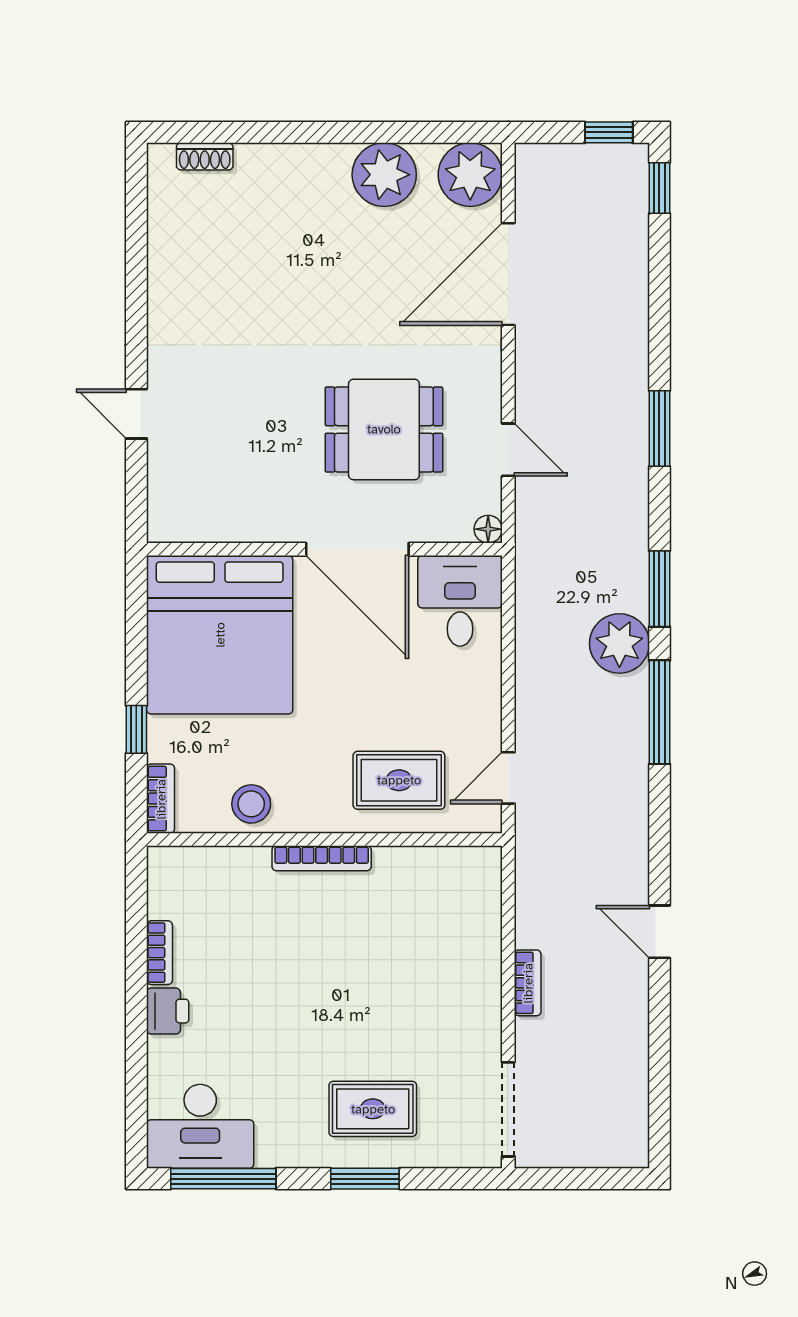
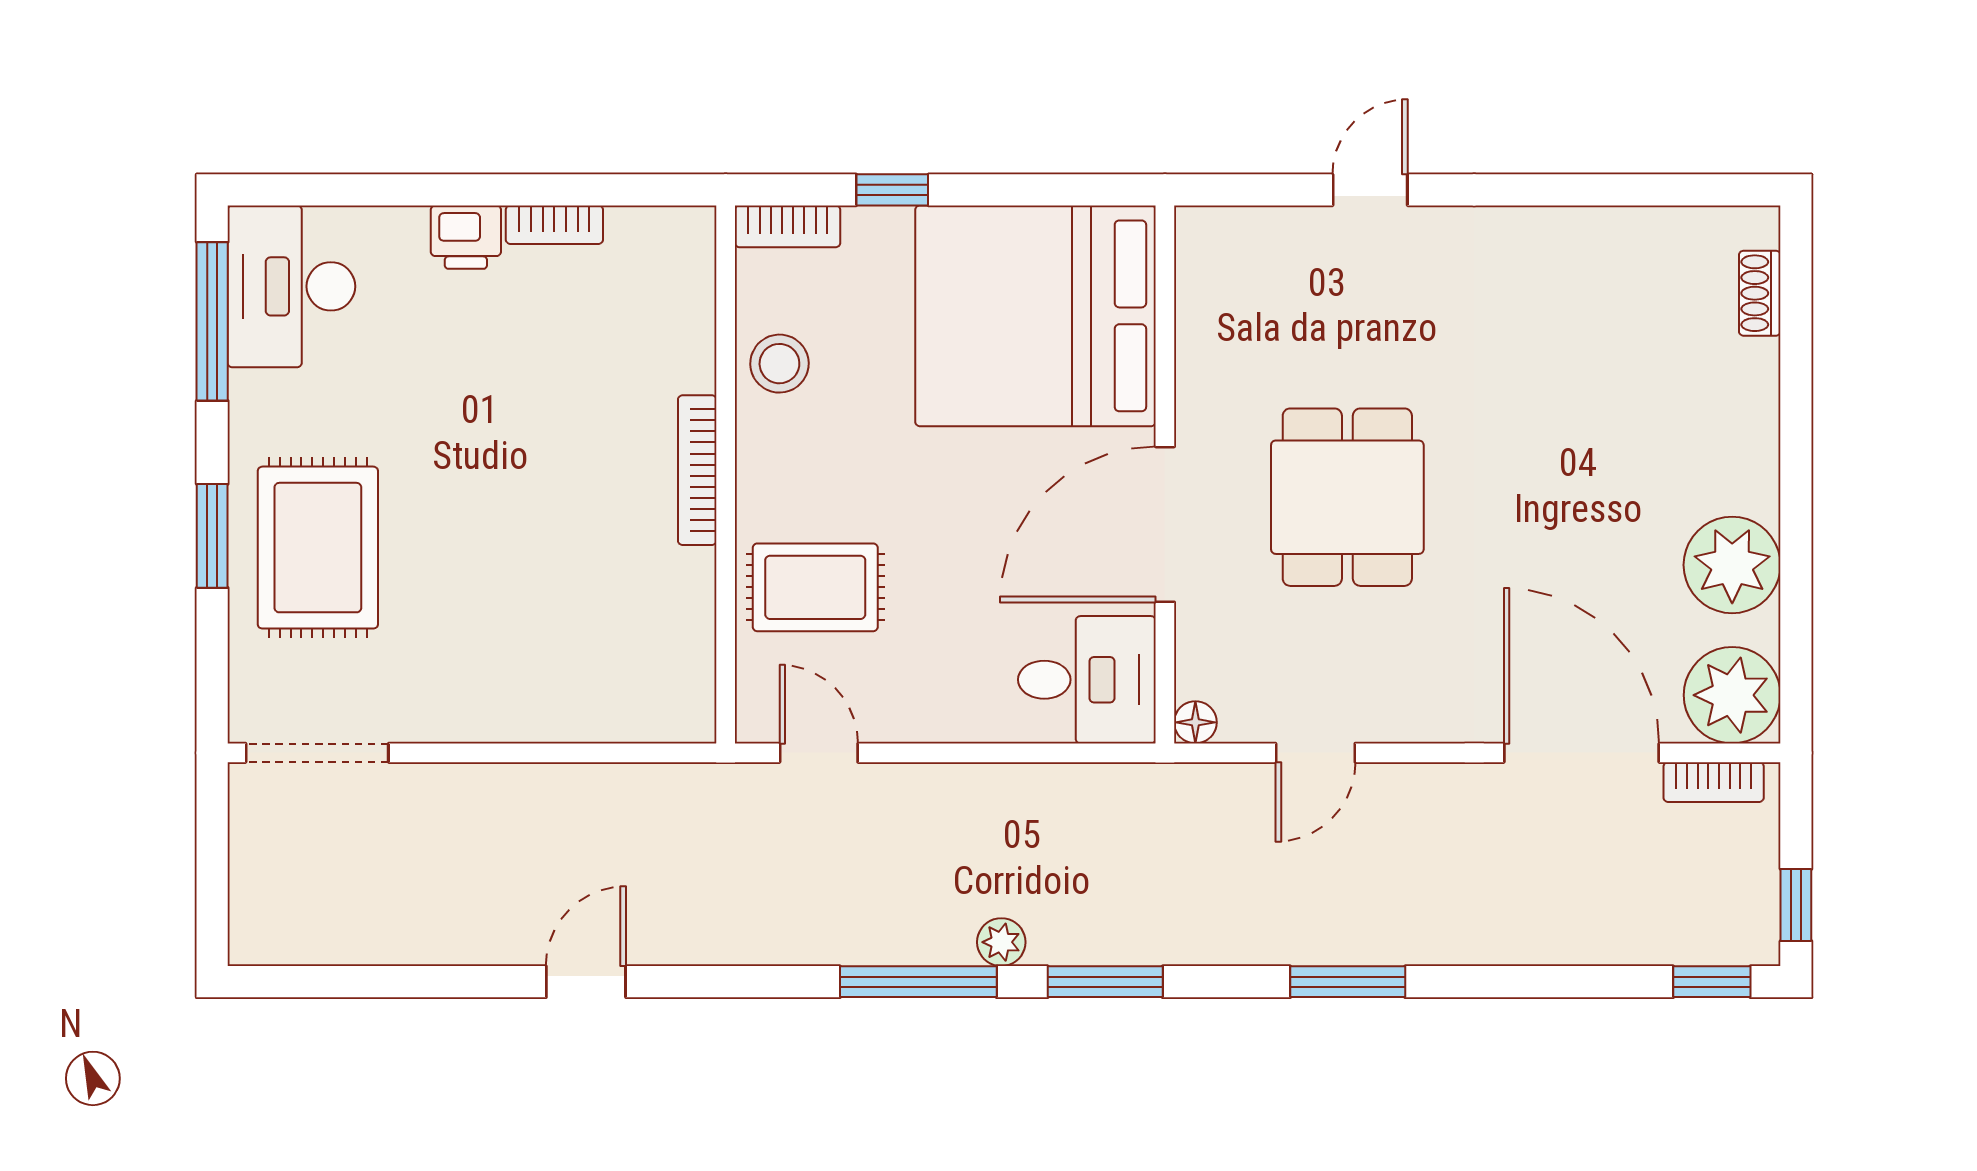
dining table: (384, 429) -> (1347, 497), moved
plant: (619, 643) -> (1001, 942), width x0.53, depth x0.53
rug: (399, 780) -> (815, 587), turned 90
bookcase: (528, 983) -> (1714, 782), moved
rug: (373, 1109) -> (318, 548), width x1.36, depth x1.43

